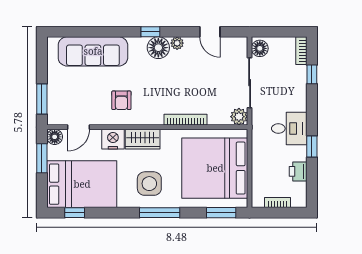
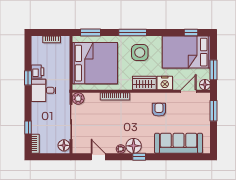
printer: (298, 171) -> (38, 72), moved

